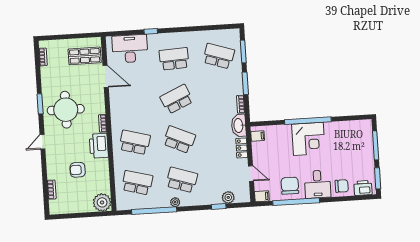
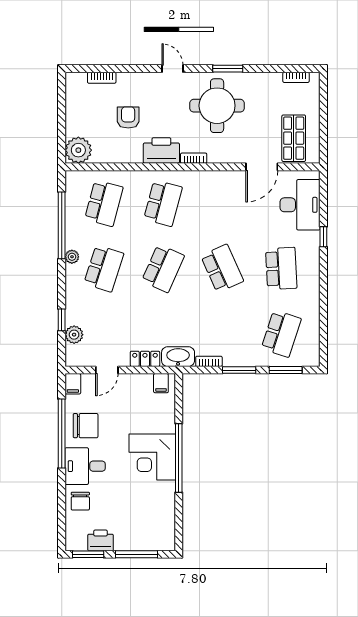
printer: (363, 188) -> (101, 540), moved, turned -90

